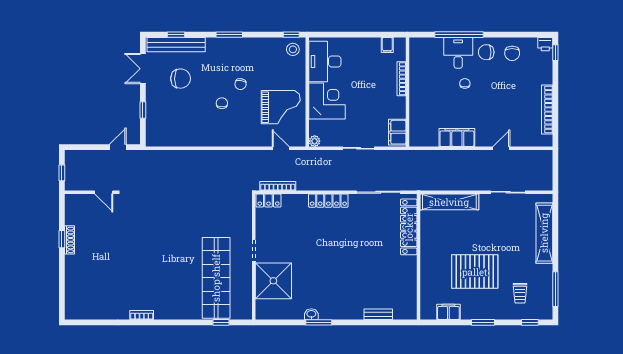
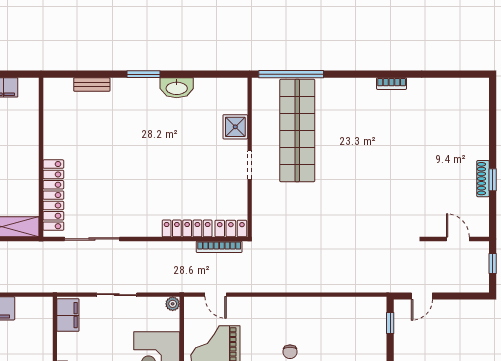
window: (143, 110) -> (390, 323), moved
door: (104, 192) -> (458, 239), moved
locker: (328, 201) -> (187, 228), moved
shower: (273, 281) -> (235, 127), width x0.54, depth x0.54
washbasin: (311, 314) -> (177, 88), width x1.91, depth x1.45
window: (221, 322) -> (291, 74), width x3.17
window: (319, 322) -> (144, 74), moved

